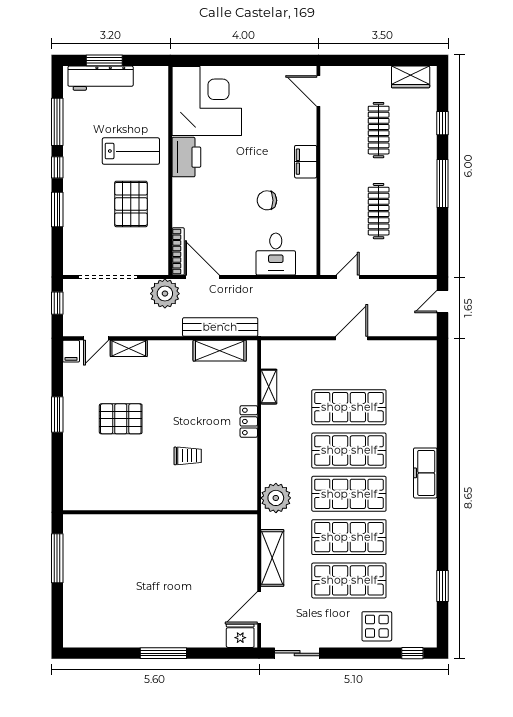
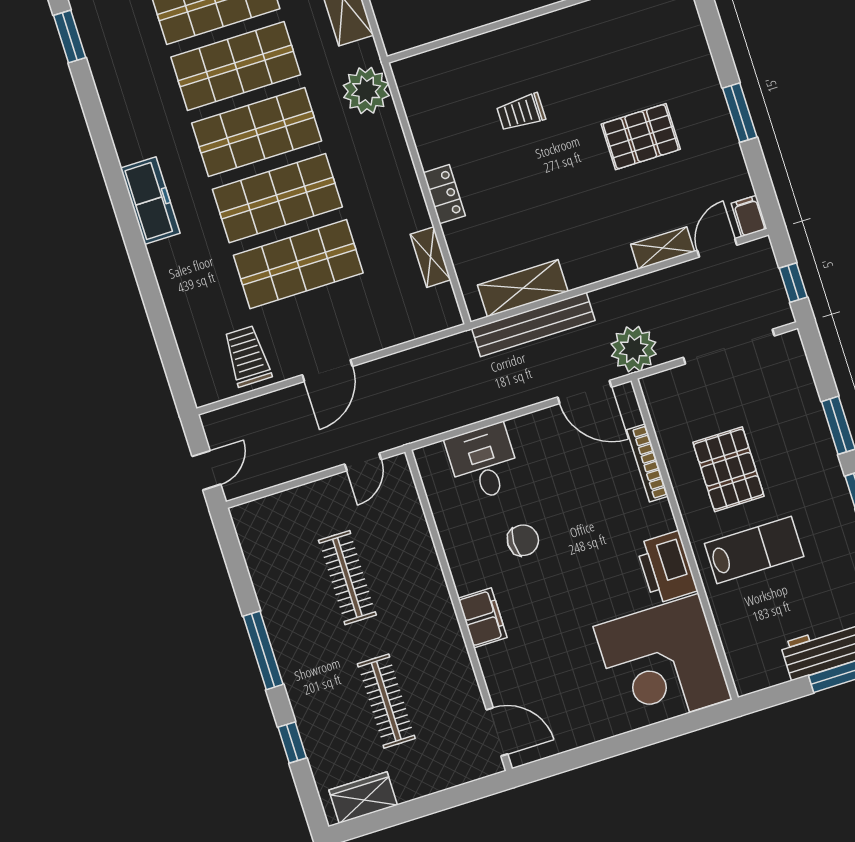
lab bench: (131, 151) -> (754, 550), turned 180
bookcase: (178, 251) -> (647, 463), moved
trolley: (397, 362) -> (247, 356), added

